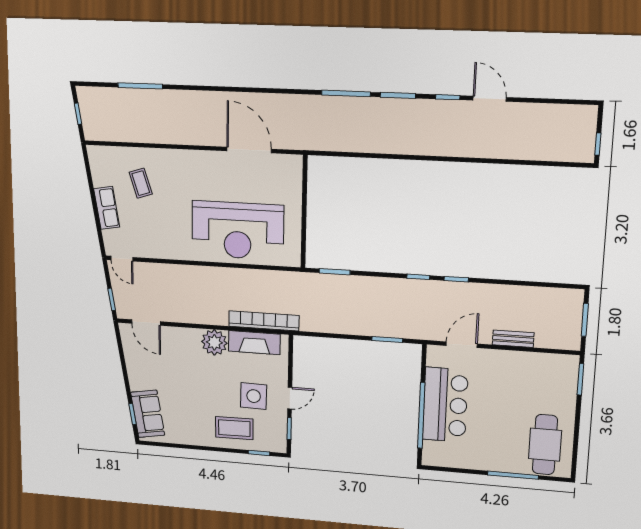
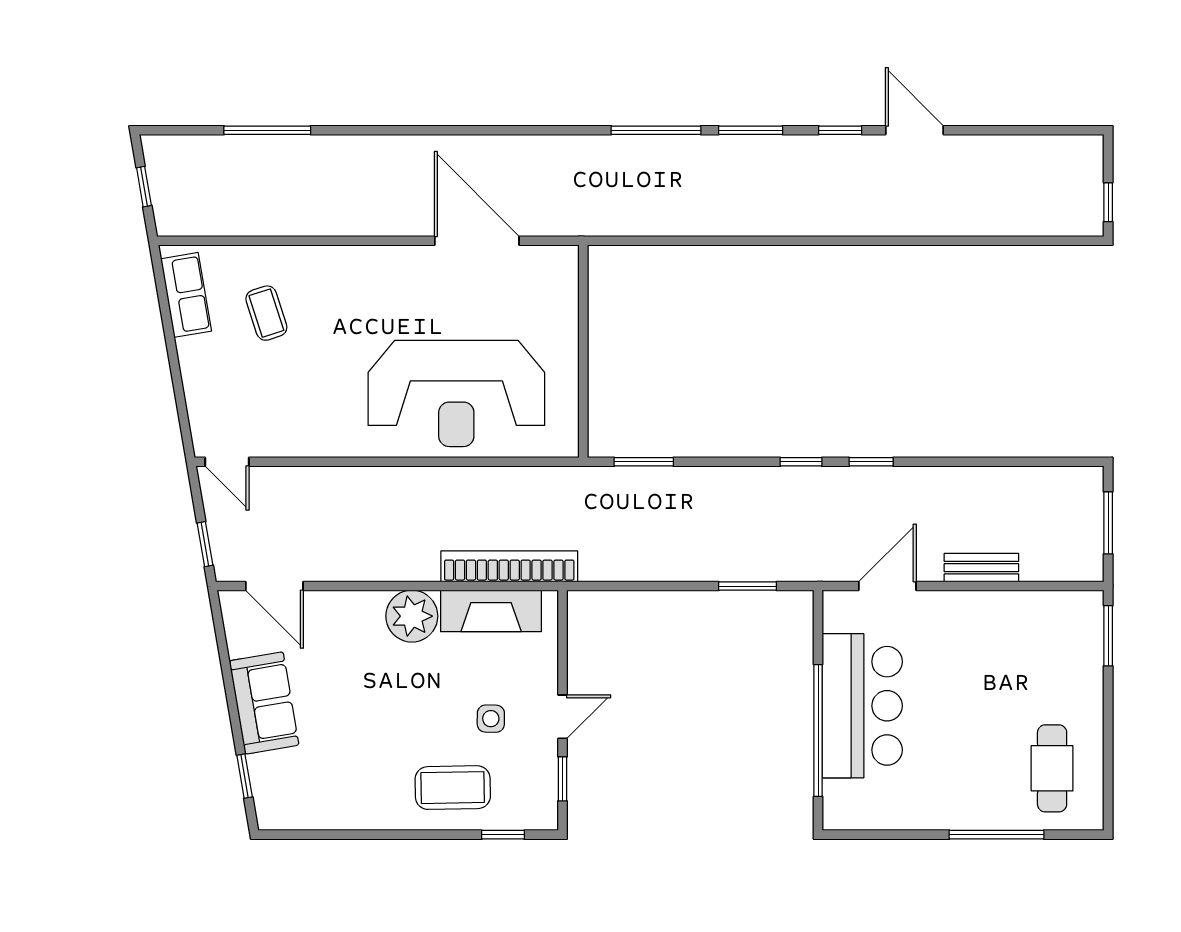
row of seats: (107, 208) -> (186, 295), moved
side table: (254, 396) -> (491, 719), width x0.54, depth x0.54
sofa: (148, 414) -> (264, 703), moved
cafe table: (545, 445) -> (1052, 768), width x0.73, depth x0.74

